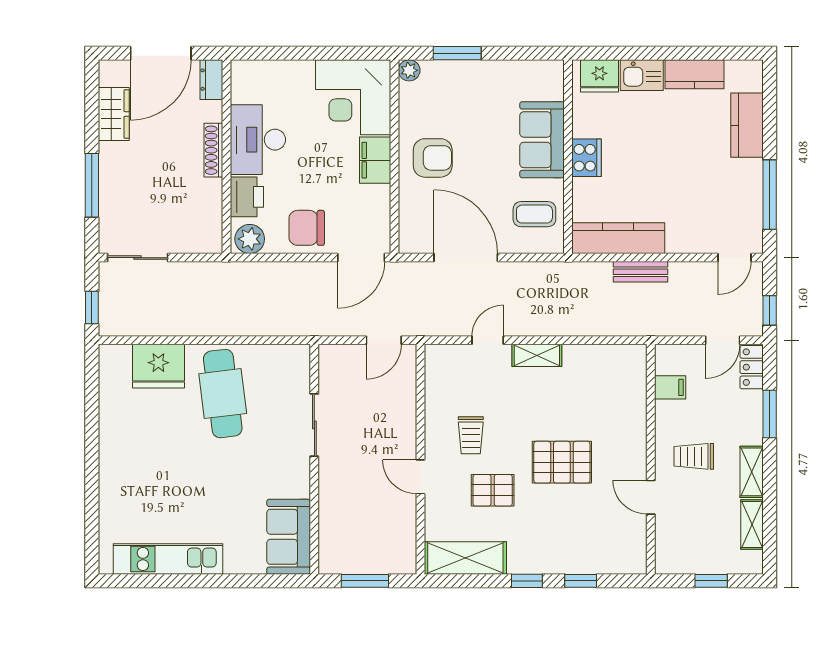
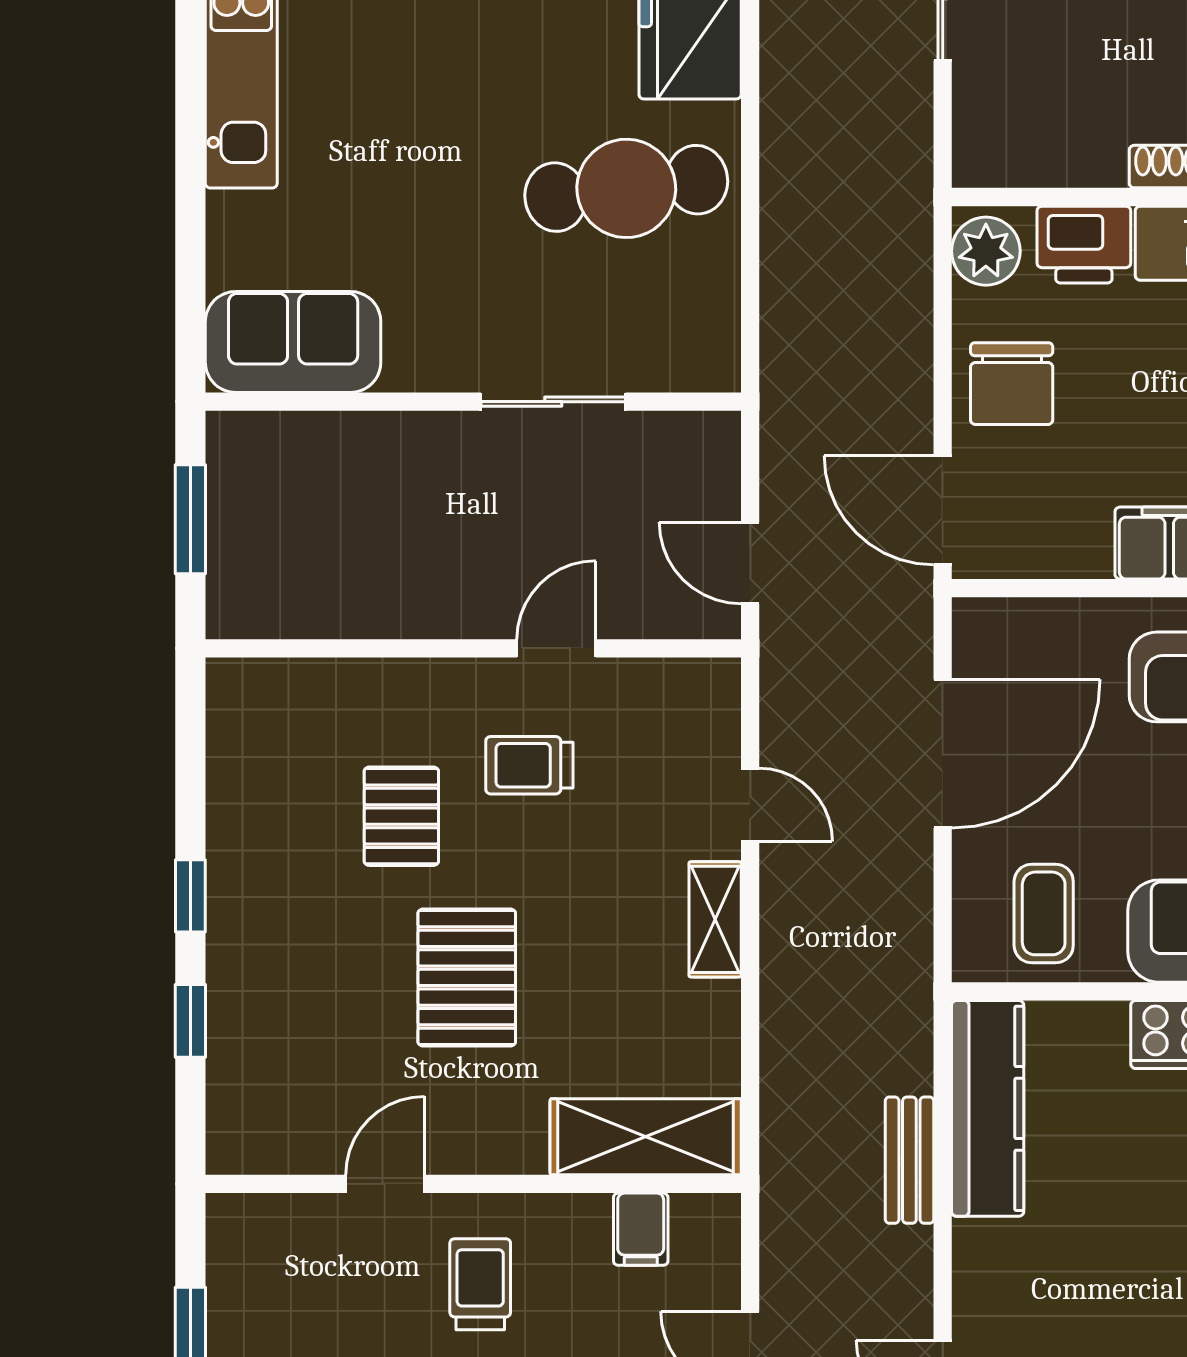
chair: (307, 228) -> (1012, 384), turned 180
door: (420, 477) -> (556, 648), moved
shelving: (465, 558) -> (646, 1137), moved, turned 90

